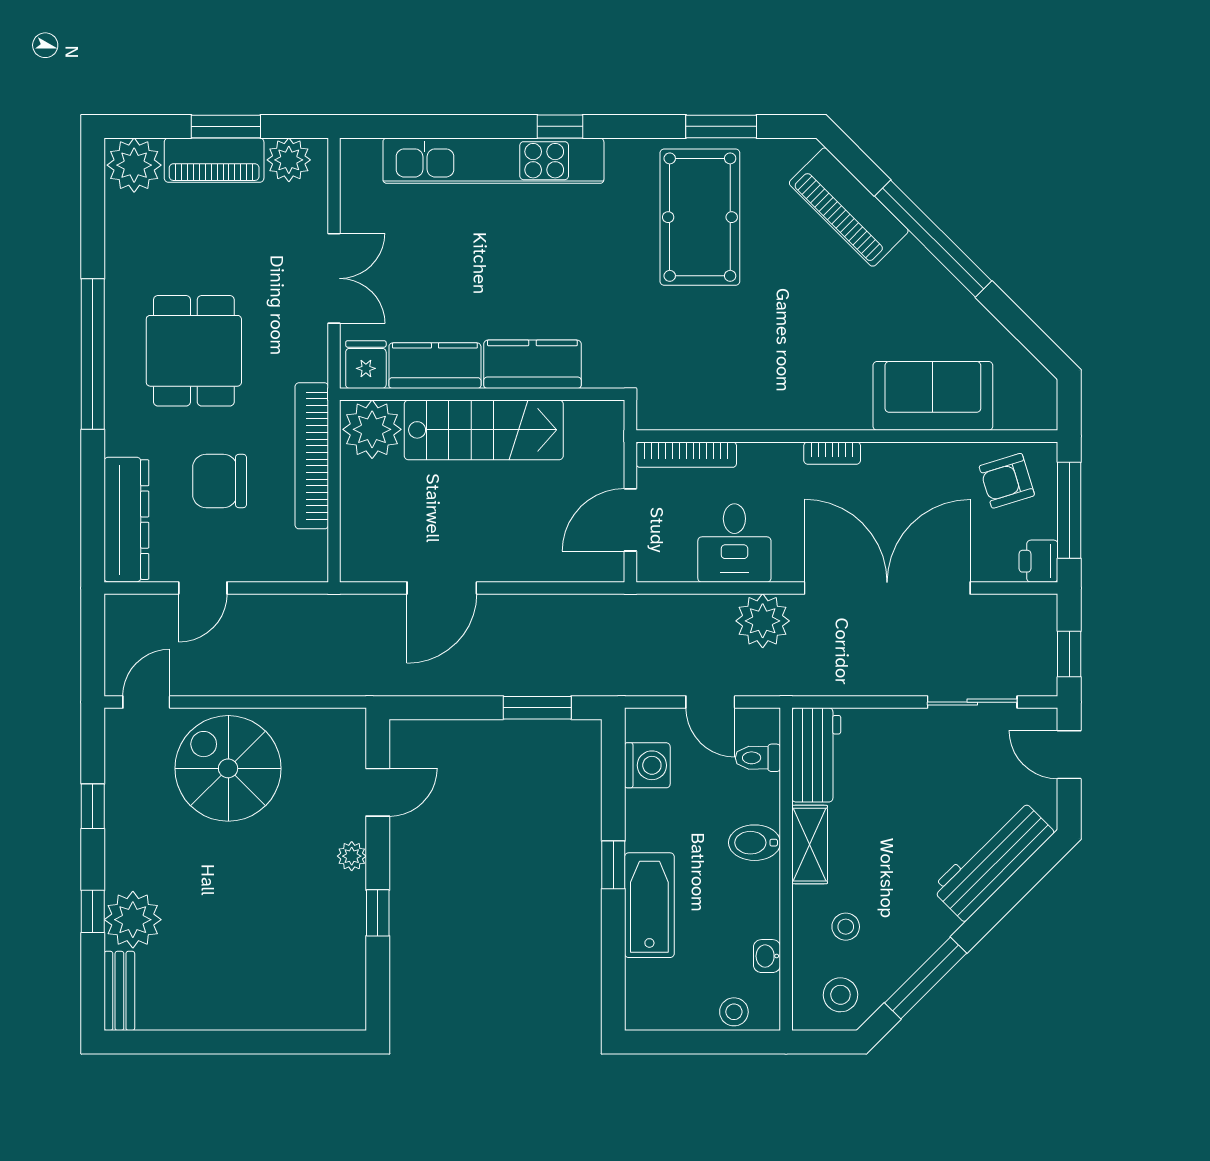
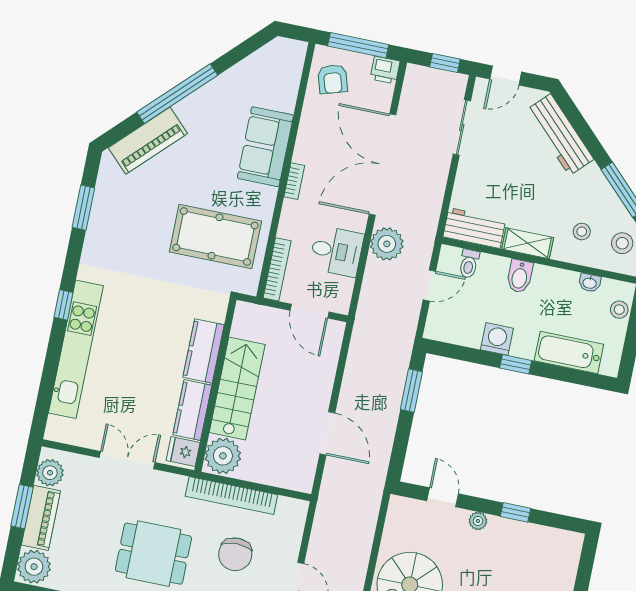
pool table: (700, 217) -> (215, 236), moved
sofa: (933, 396) -> (265, 147), moved
washing machine: (647, 765) -> (497, 339), moved
bathtub: (649, 905) -> (569, 352), moved

